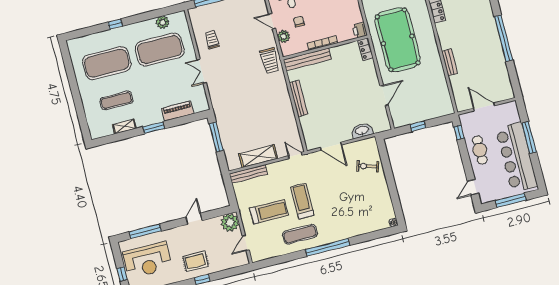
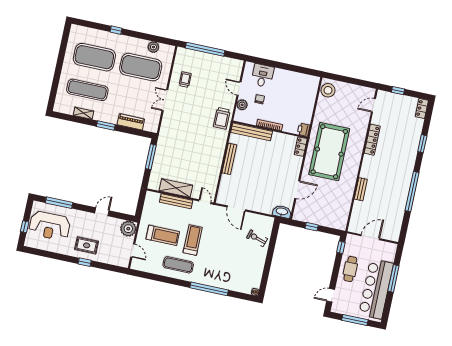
exercise mat: (116, 100) -> (87, 90), width x1.36, depth x1.45
door: (484, 107) -> (370, 237), hinge flipped
washbasin: (362, 131) -> (282, 212), moved
bench: (248, 174) -> (176, 201), moved
door: (246, 243) -> (133, 251), swing flipped
window: (327, 247) -> (209, 289), moved

